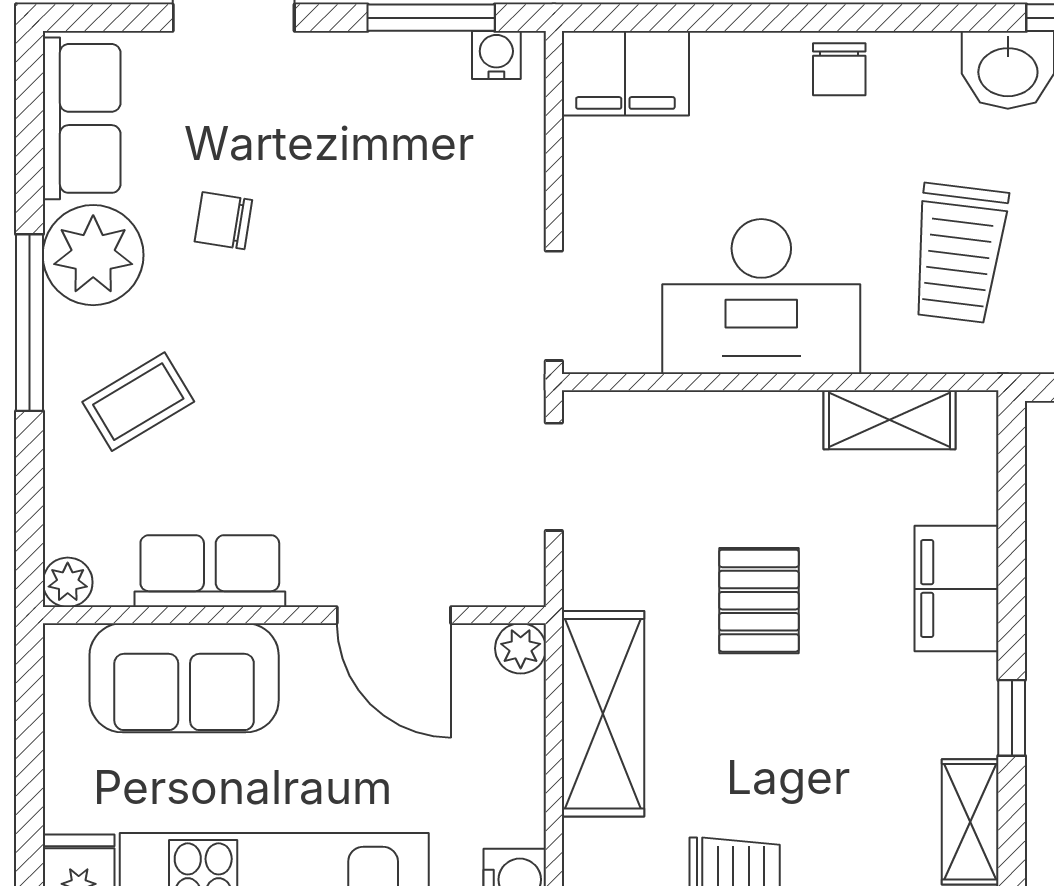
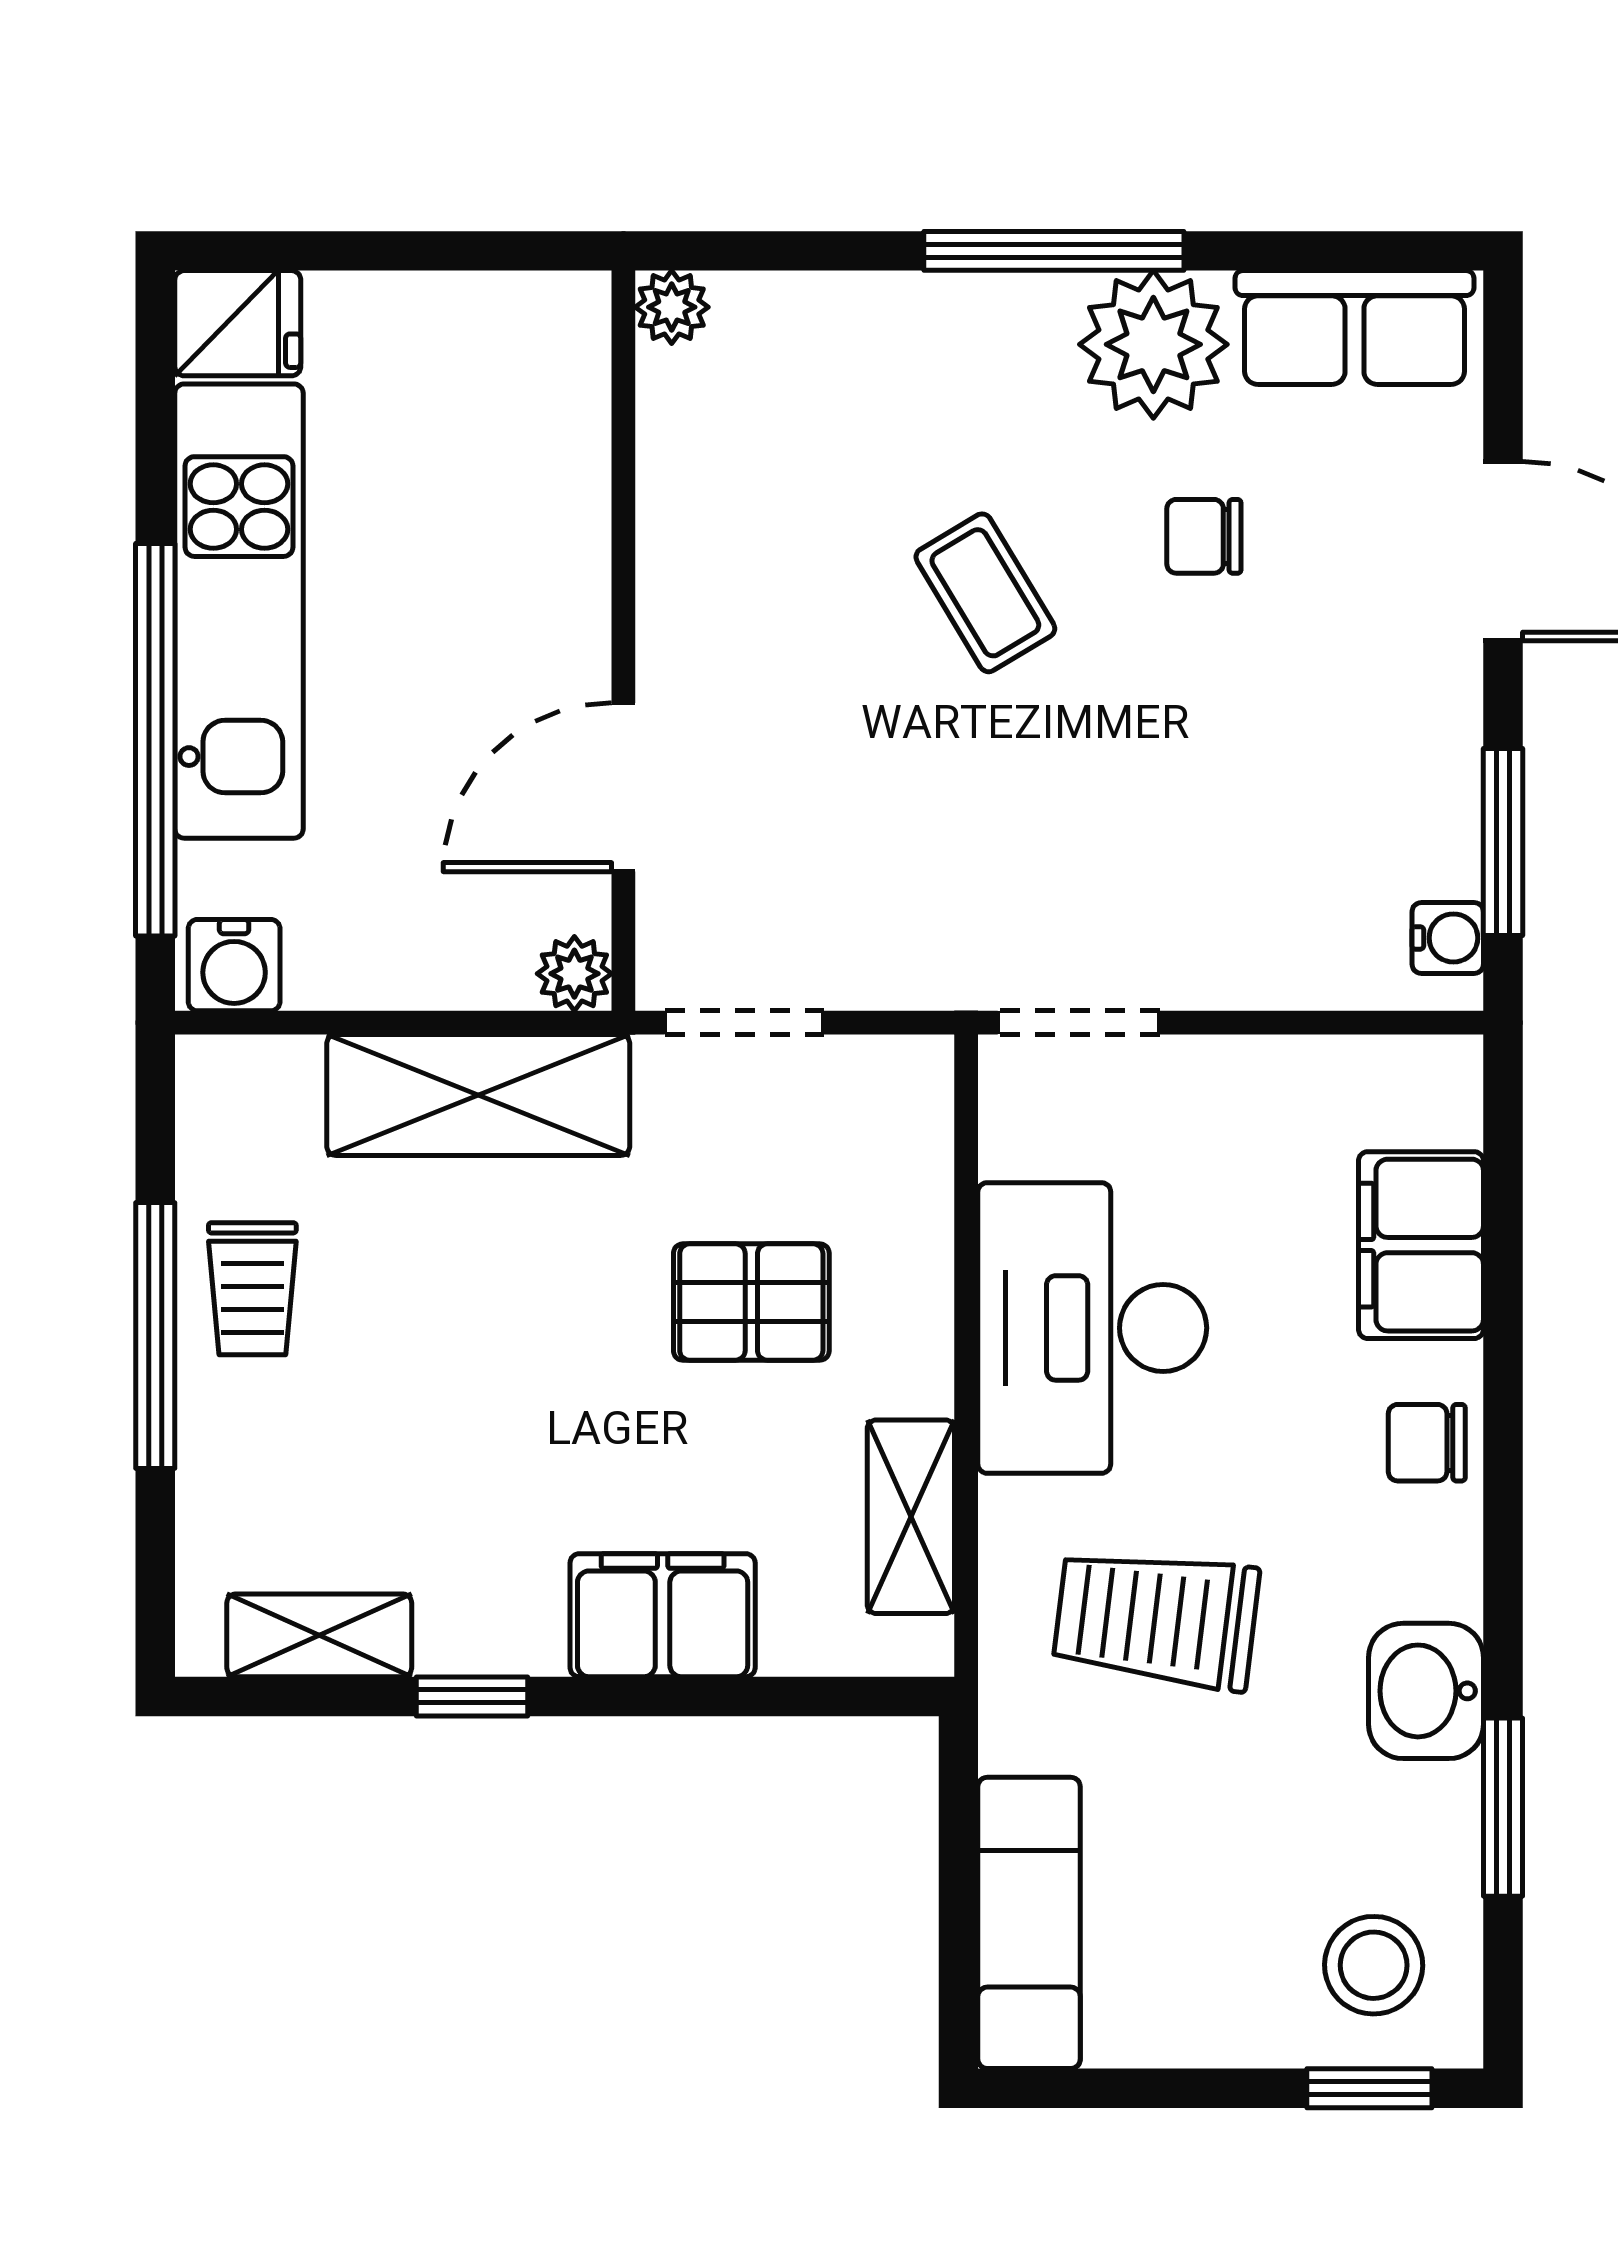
filing cabinet: (625, 73) -> (1421, 1245), moved
chair: (223, 221) -> (1204, 536), turned -99
coffee table: (138, 402) -> (985, 593), moved
doorway: (554, 477) -> (744, 1023), moved
row of seats: (210, 571) -> (688, 516), removed
pallet: (759, 601) -> (751, 1302), moved
sofa: (184, 678) -> (531, 478), removed

